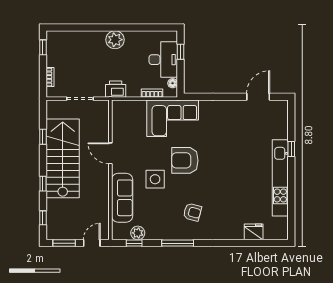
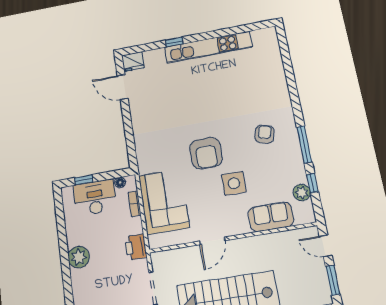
corner sofa: (173, 118) -> (164, 201), moved
sofa: (122, 198) -> (271, 217), width x0.73
fridge: (254, 232) -> (133, 62), moved, turned -90
window: (134, 243) -> (312, 183), moved

